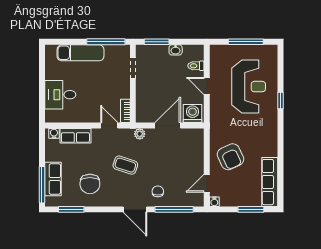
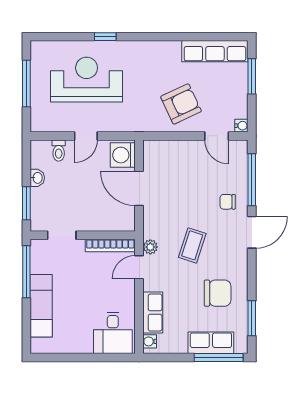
desk: (60, 95) -> (113, 333), moved
bookcase: (125, 111) -> (110, 246), width x1.56
plant: (140, 134) -> (150, 247), moved

